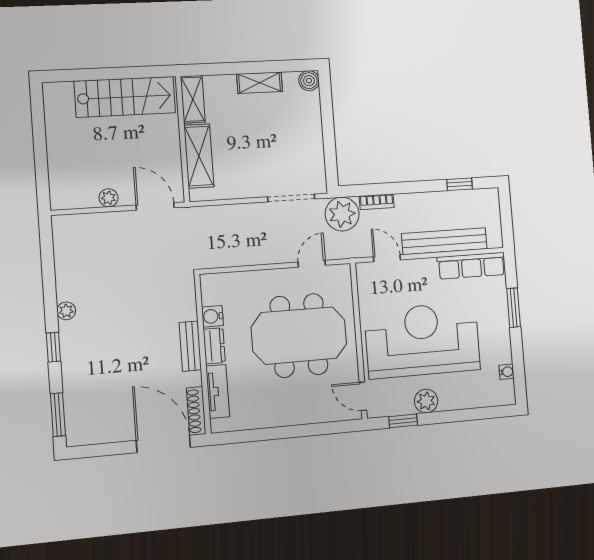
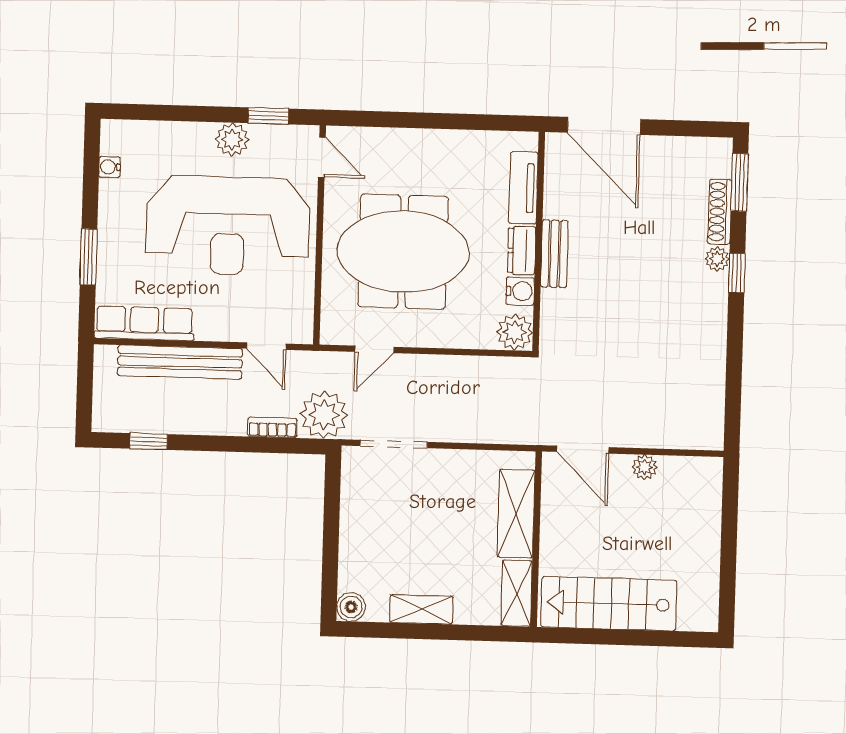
plant: (213, 286) -> (515, 332), added
plant: (66, 311) -> (717, 259), moved
shoe rack: (196, 411) -> (720, 212), moved, turned 180

